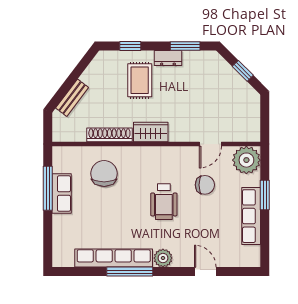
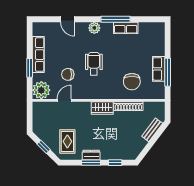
window: (185, 46) -> (91, 163), moved
rug: (140, 80) -> (67, 141), moved
row of seats: (114, 258) -> (126, 28), width x0.50

